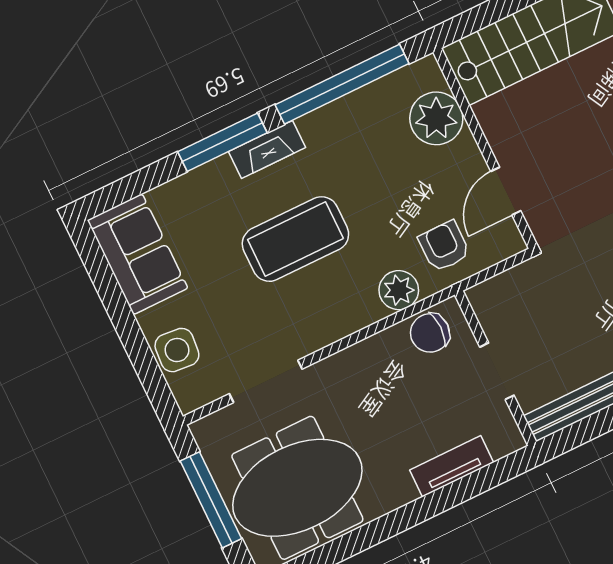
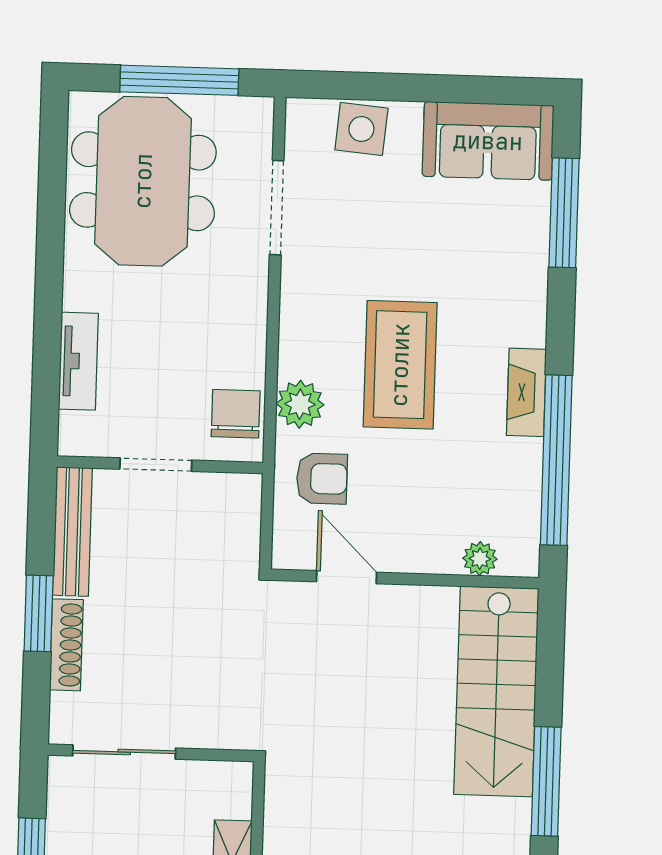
plant: (436, 118) -> (480, 559), width x0.53, depth x0.53
window: (222, 142) -> (564, 213), moved
fireplace: (267, 150) -> (526, 392), moved
coffee table: (295, 239) -> (400, 365), moved

